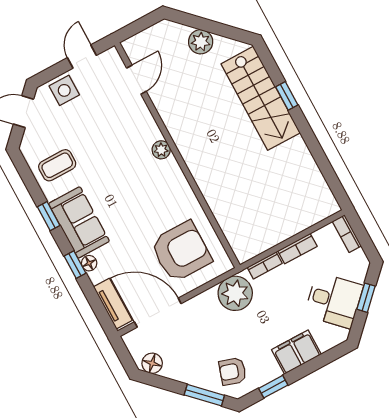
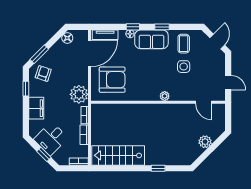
side table: (64, 90) -> (184, 67), moved
stairs: (261, 98) -> (118, 155), moved
armchair: (181, 252) -> (112, 80), turned -90

